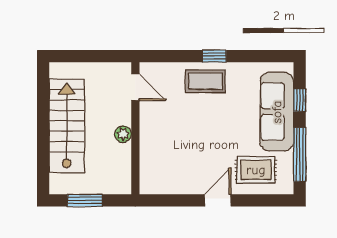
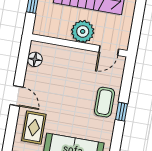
plant: (123, 134) -> (83, 31), width x1.88, depth x1.88
floor lamp: (164, 184) -> (35, 59), added

